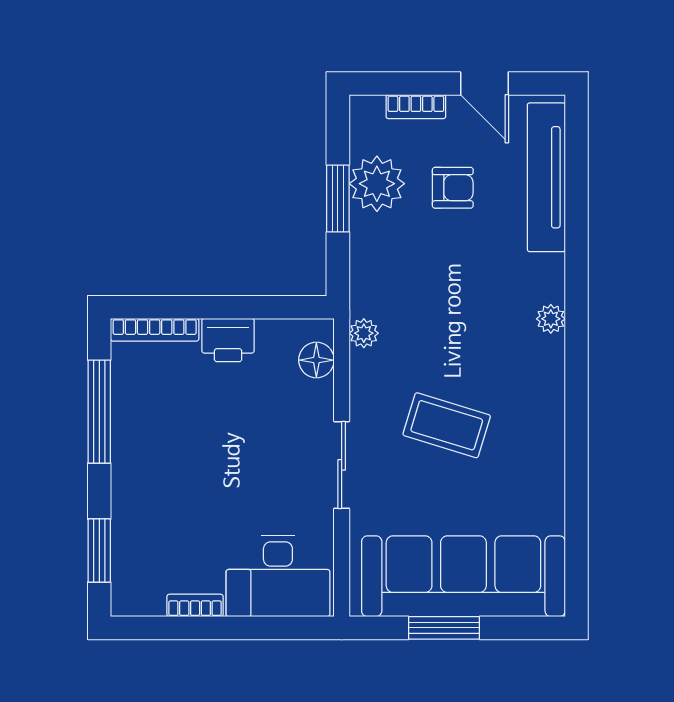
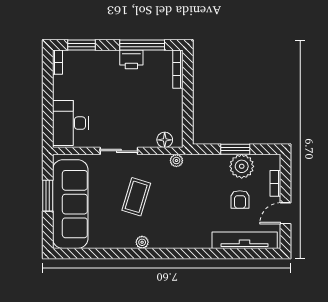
plant: (551, 319) -> (142, 242), moved
printer: (228, 340) -> (131, 59), moved, turned -90
bookcase: (195, 605) -> (57, 62), moved

